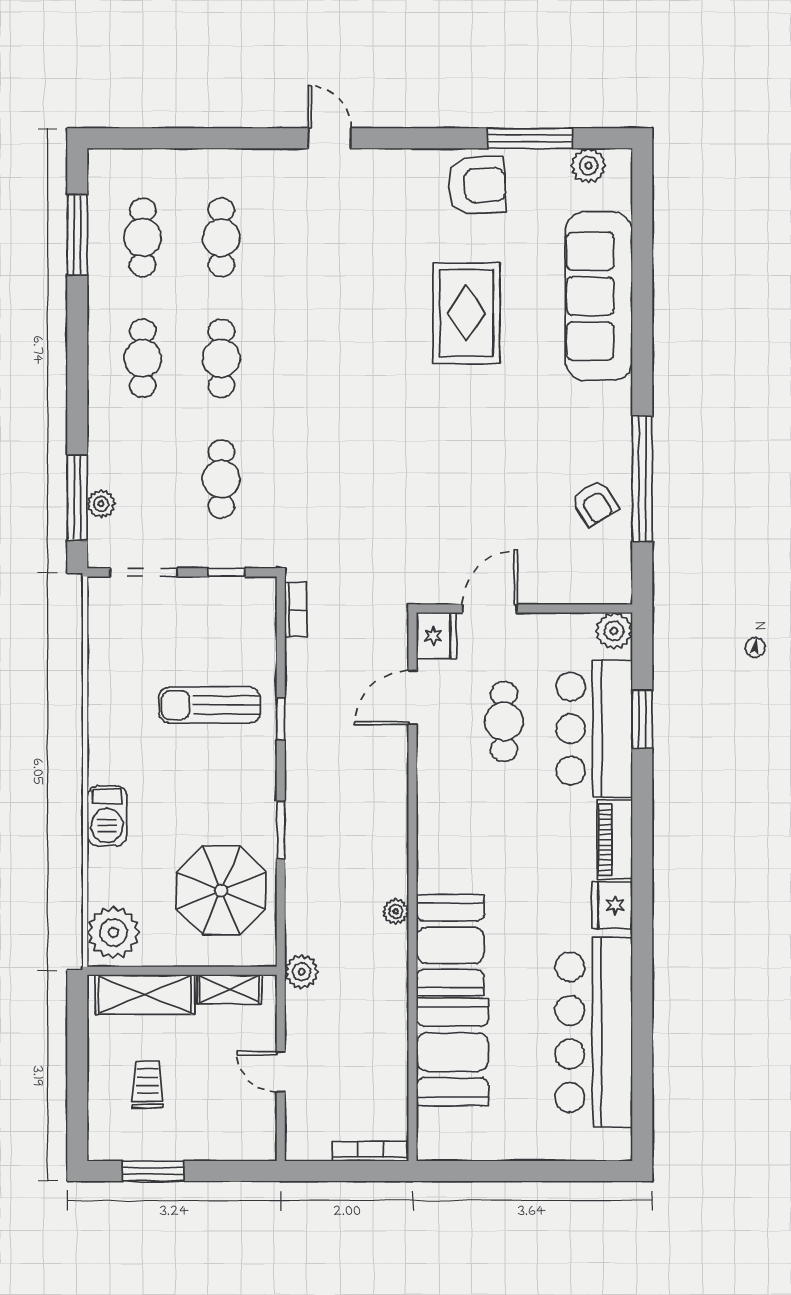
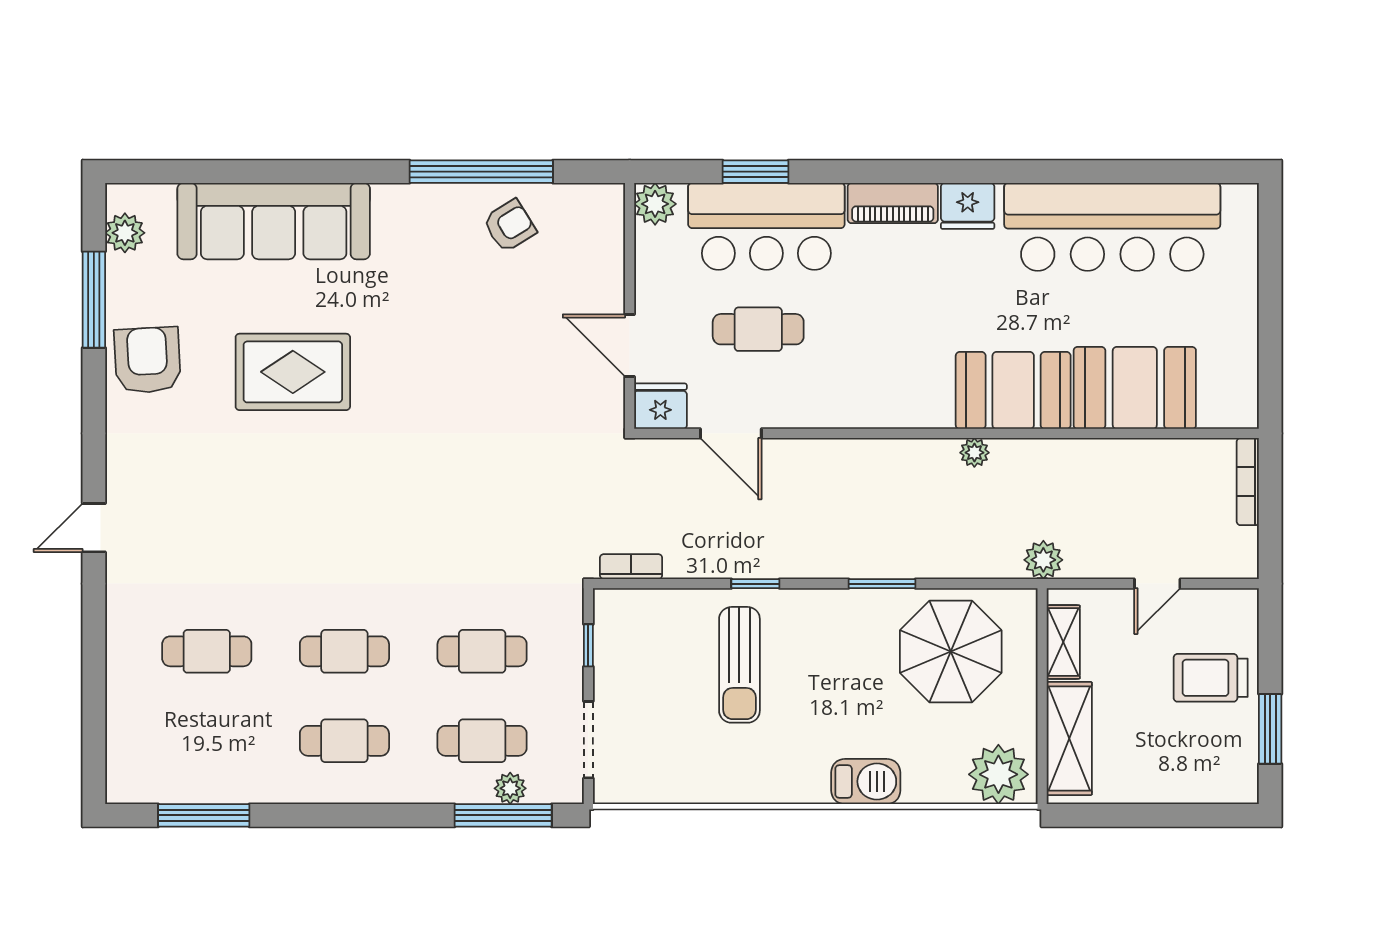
cafe table: (143, 237) -> (482, 741), moved
trolley: (147, 1085) -> (1211, 678), moved, width x1.36, depth x1.39

